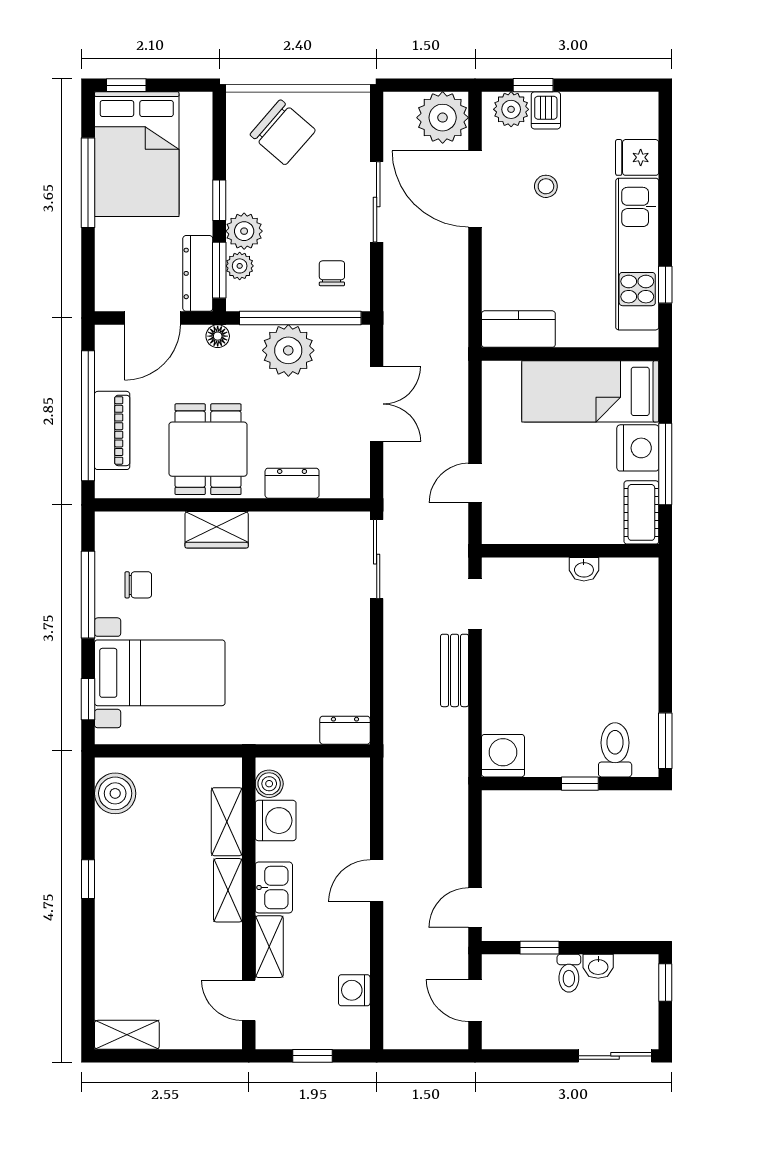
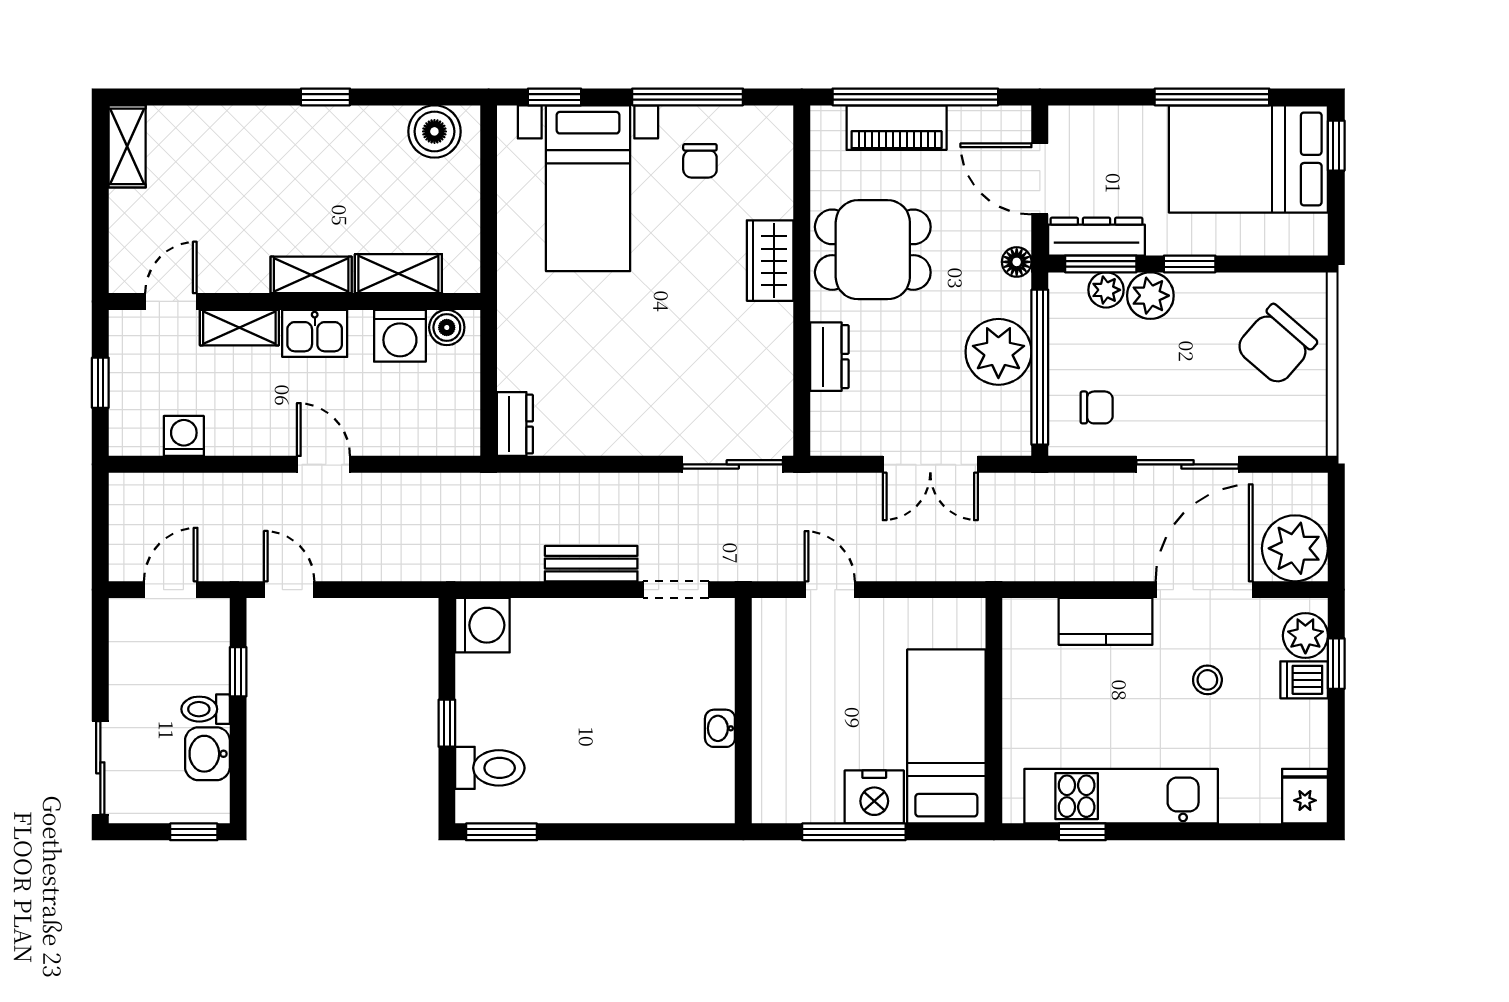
fridge: (637, 157) -> (1305, 796), moved
kitchen counter: (518, 329) -> (1106, 621), moved, turned 90
cot: (641, 512) -> (792, 801), removed
washbasin: (598, 966) -> (207, 754), width x1.38, depth x1.45

